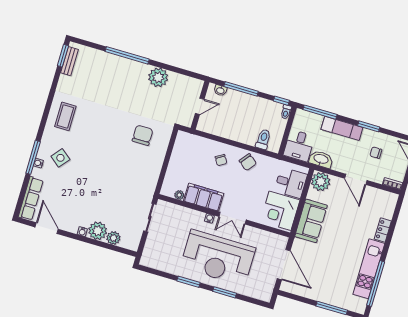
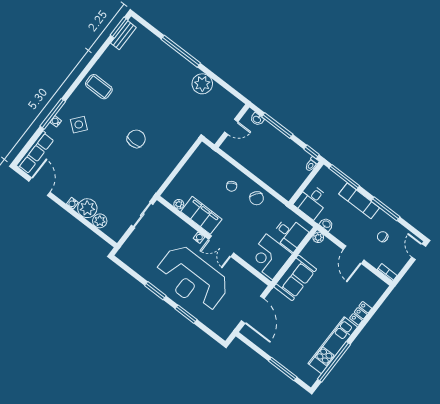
coffee table: (65, 116) -> (99, 87), turned 90
window: (369, 126) -> (386, 209), width x1.44
chair: (143, 135) -> (136, 139), moved
toilet: (263, 139) -> (280, 182), removed
washbasin: (321, 159) -> (326, 224), width x0.52, depth x0.69
plant: (321, 182) -> (318, 237), width x0.53, depth x0.53

